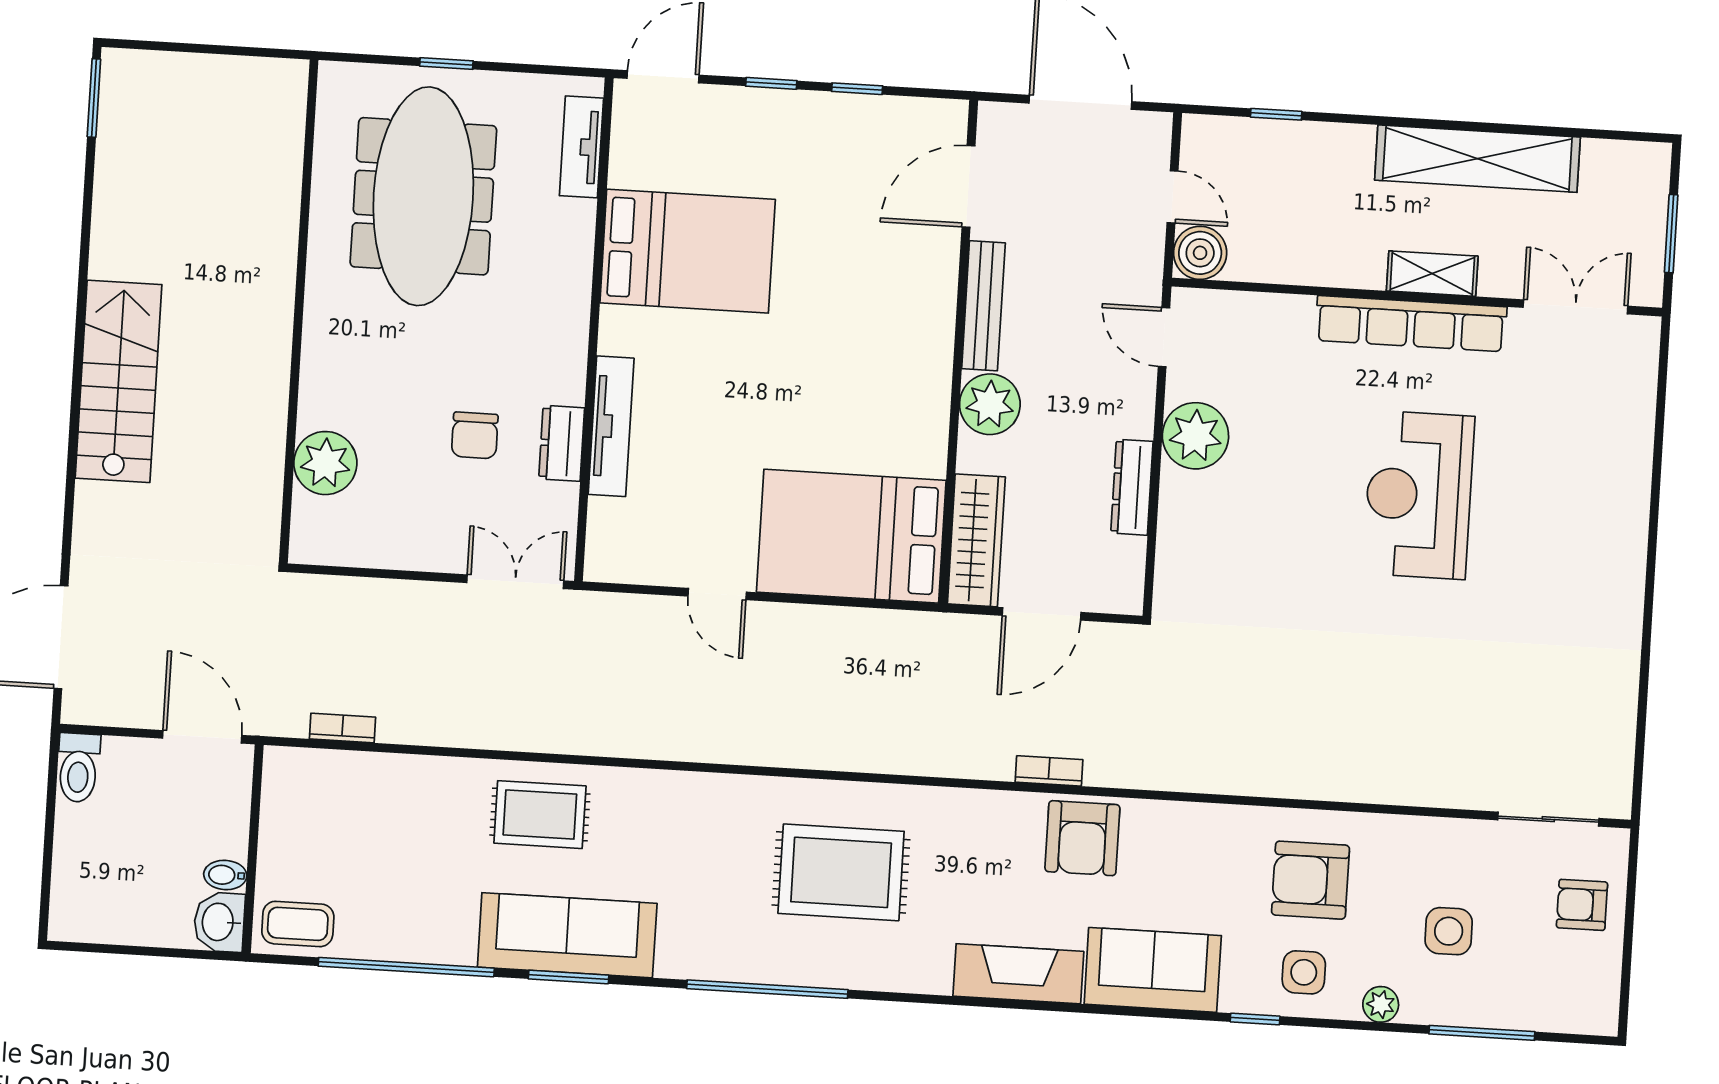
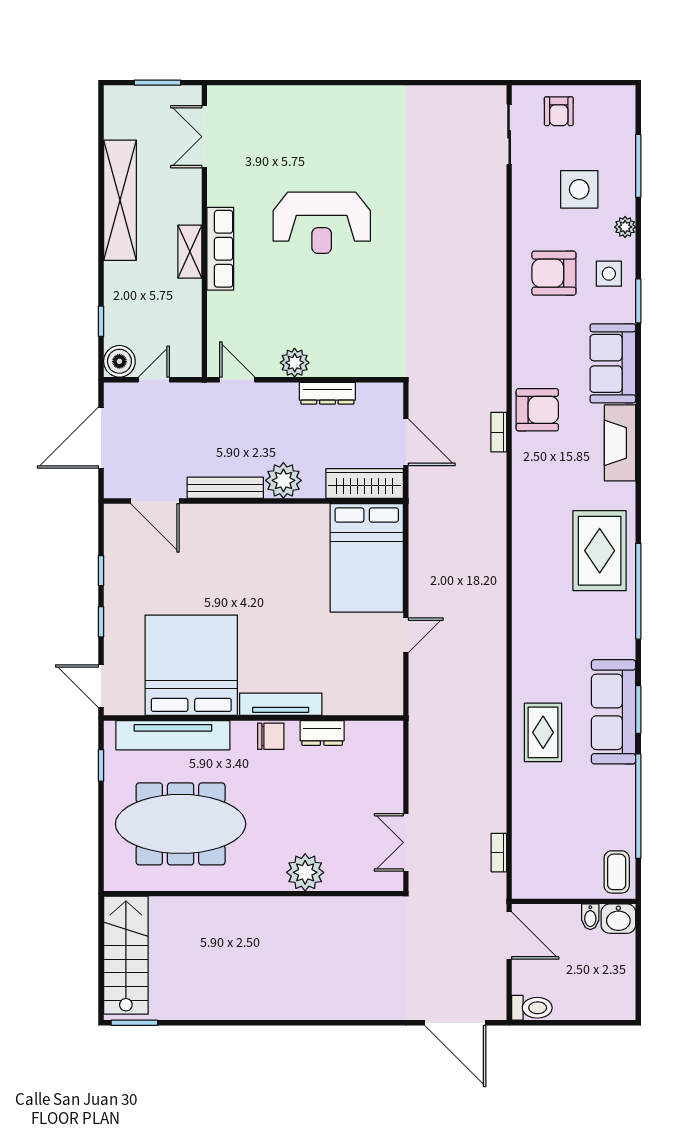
window: (446, 64) -> (101, 765), moved
tv unit: (581, 147) -> (173, 735), width x1.92, depth x1.29
bed: (688, 251) -> (191, 665), width x1.36
boiler: (1200, 253) -> (119, 361), moved
shelving: (1432, 274) -> (190, 252), moved
row of seats: (1411, 324) -> (220, 249), width x0.73
door: (1164, 337) -> (237, 380), swing flipped
stairs: (118, 381) -> (126, 955), moved, turned 90
tv unit: (611, 426) -> (281, 704), moved
chair: (475, 435) -> (271, 736), moved
plant: (1195, 436) -> (295, 363), width x0.73, depth x0.73
plant: (325, 463) -> (305, 872), moved
double door: (515, 582) -> (406, 842), moved
door: (202, 737) -> (509, 935), swing flipped
rug: (841, 872) -> (600, 551), moved
armchair: (1310, 880) -> (554, 273), turned 90
side table: (1449, 931) -> (579, 189), width x1.37, depth x1.37
window: (1255, 1019) -> (638, 301), width x1.50

